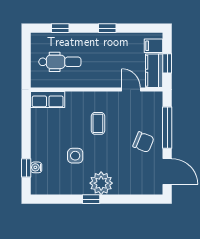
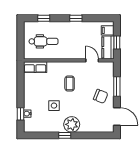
window: (167, 128) -> (117, 86), width x0.69

